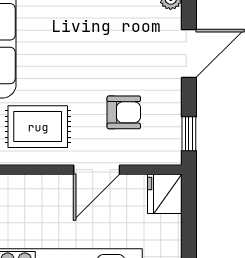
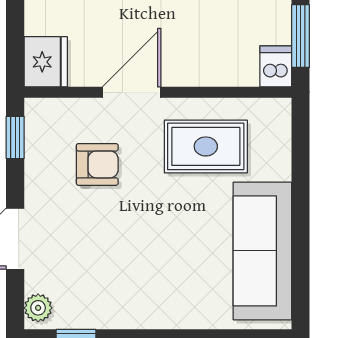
armchair: (124, 112) -> (97, 164), turned 180

